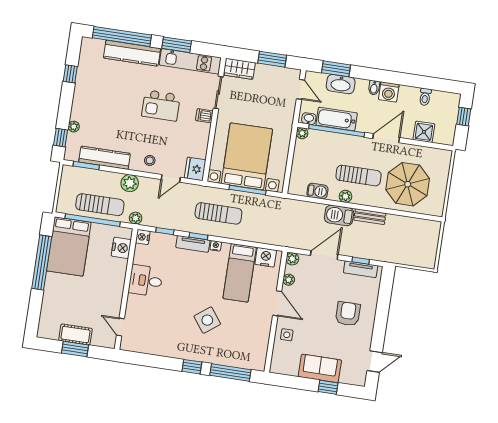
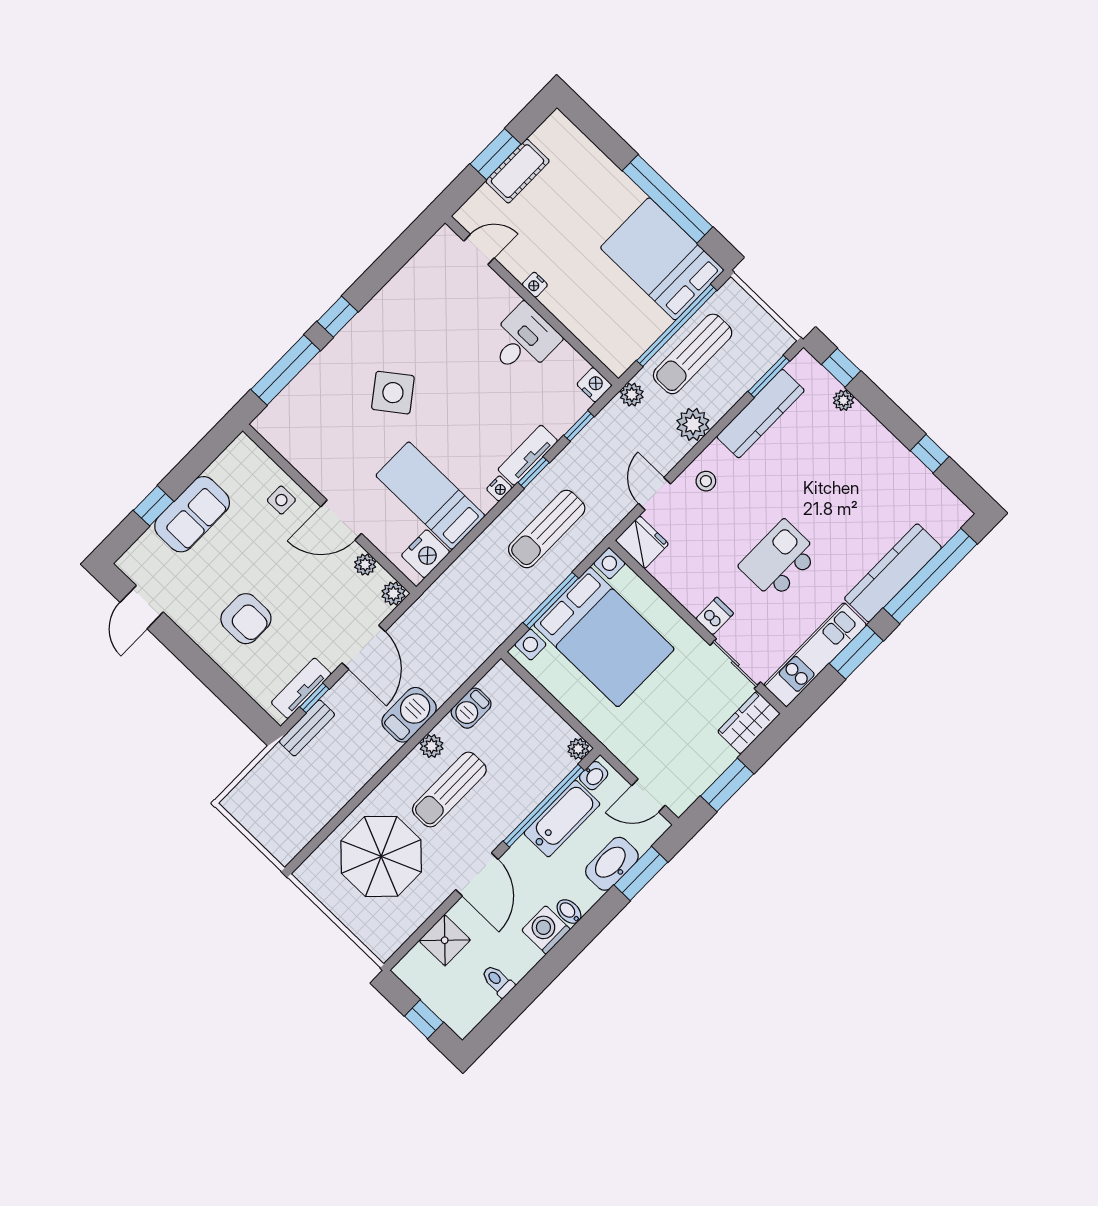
bench: (370, 217) -> (307, 728), moved
nightstand: (121, 248) -> (535, 285), moved, width x0.53, depth x0.56

